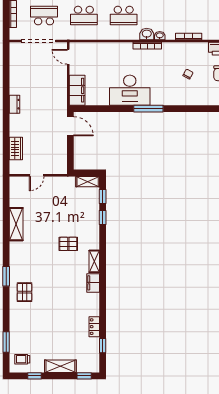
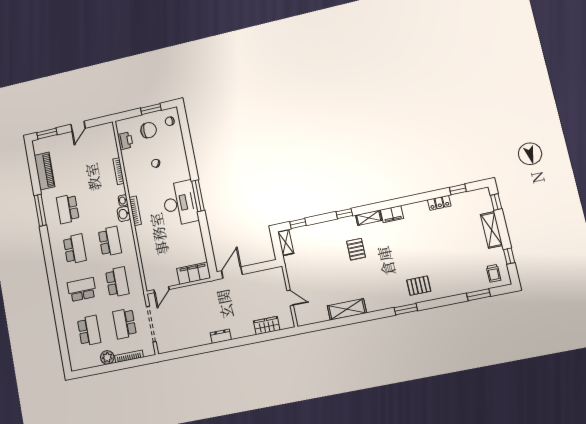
desk: (130, 90) -> (180, 203), moved
window: (103, 218) -> (344, 214), moved

